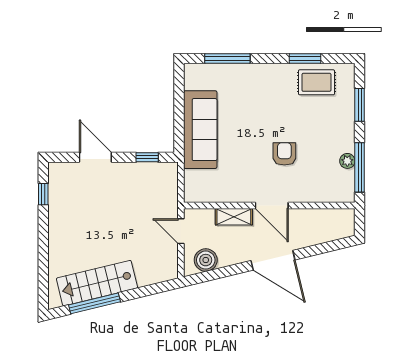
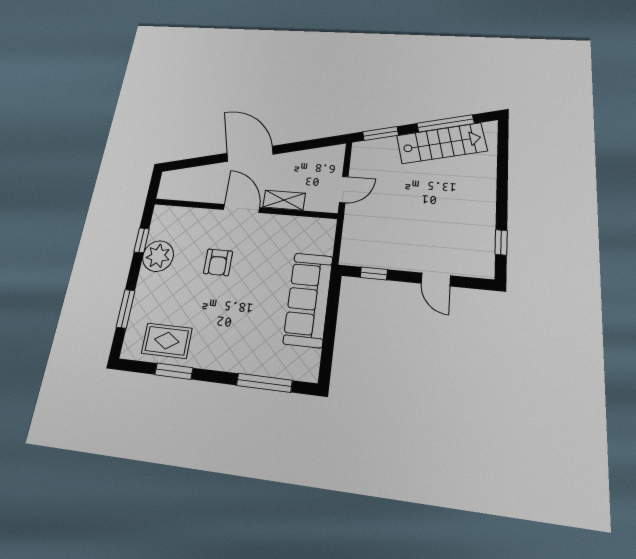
door: (95, 157) -> (436, 279), width x0.73
plant: (347, 161) -> (158, 256), width x1.87, depth x1.87
window: (360, 167) -> (142, 240), width x0.46
door: (181, 231) -> (344, 190), hinge flipped
boiler: (206, 260) -> (320, 159), removed
window: (153, 289) -> (381, 133), added

